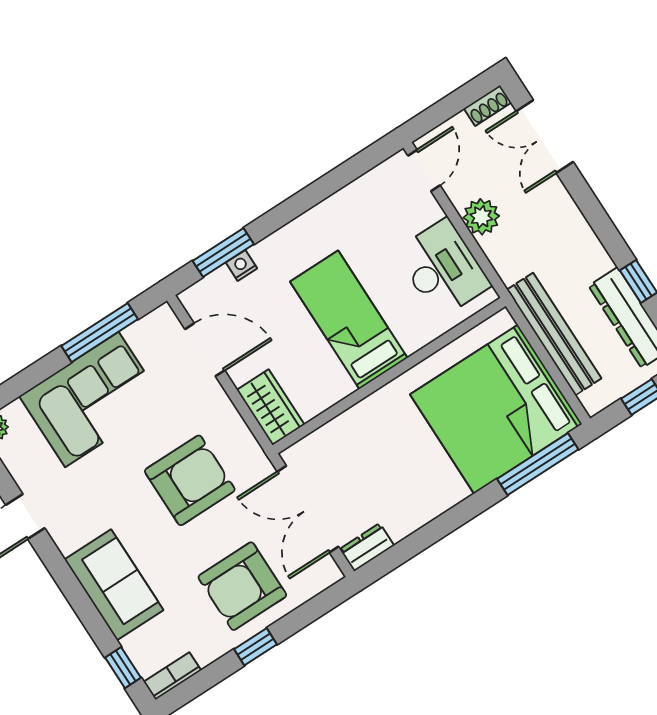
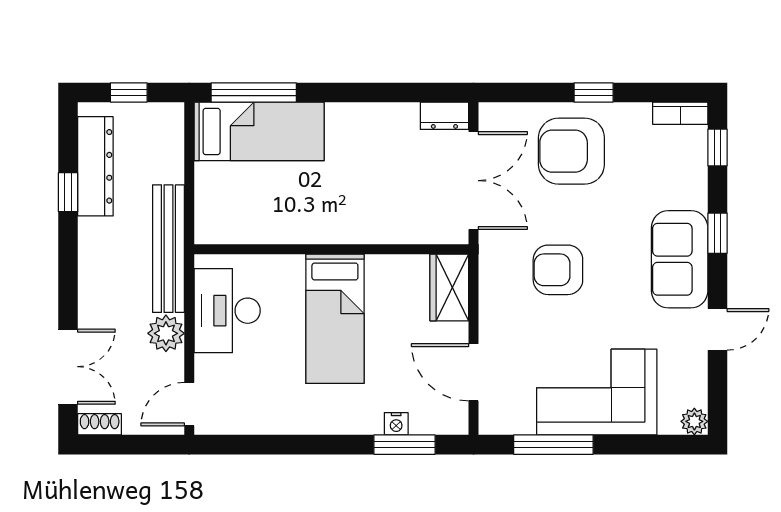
bench: (554, 334) -> (168, 249), moved
bed: (496, 409) -> (259, 131), width x0.49
armchair: (190, 480) -> (558, 270), width x0.73, depth x0.73
sofa: (114, 585) -> (680, 259), moved
armchair: (242, 586) -> (571, 151), turned 180
window: (77, 596) -> (717, 233), added

